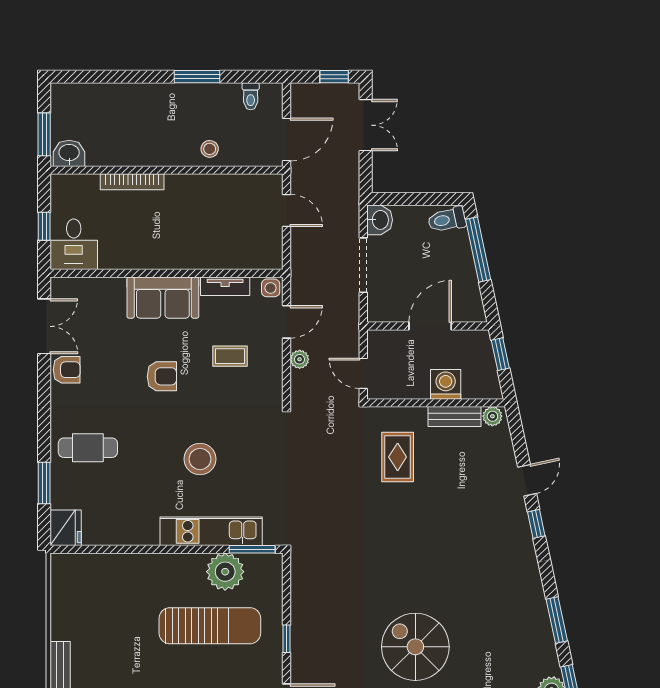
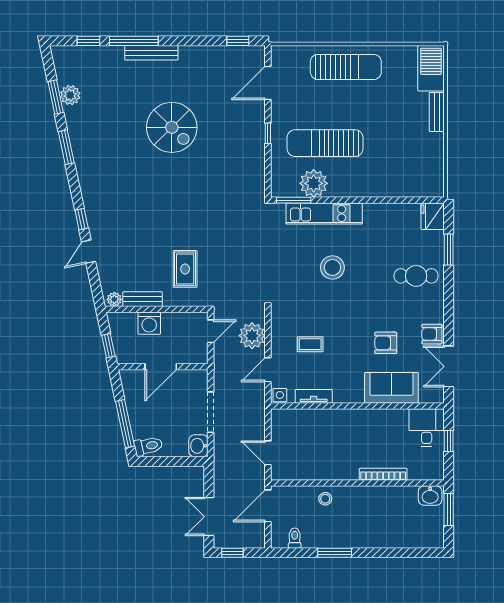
sofa: (163, 298) -> (391, 388), moved
plant: (300, 359) -> (252, 336), width x1.88, depth x1.88
door: (363, 373) -> (211, 331), hinge flipped
armchair: (162, 376) -> (386, 343), moved

